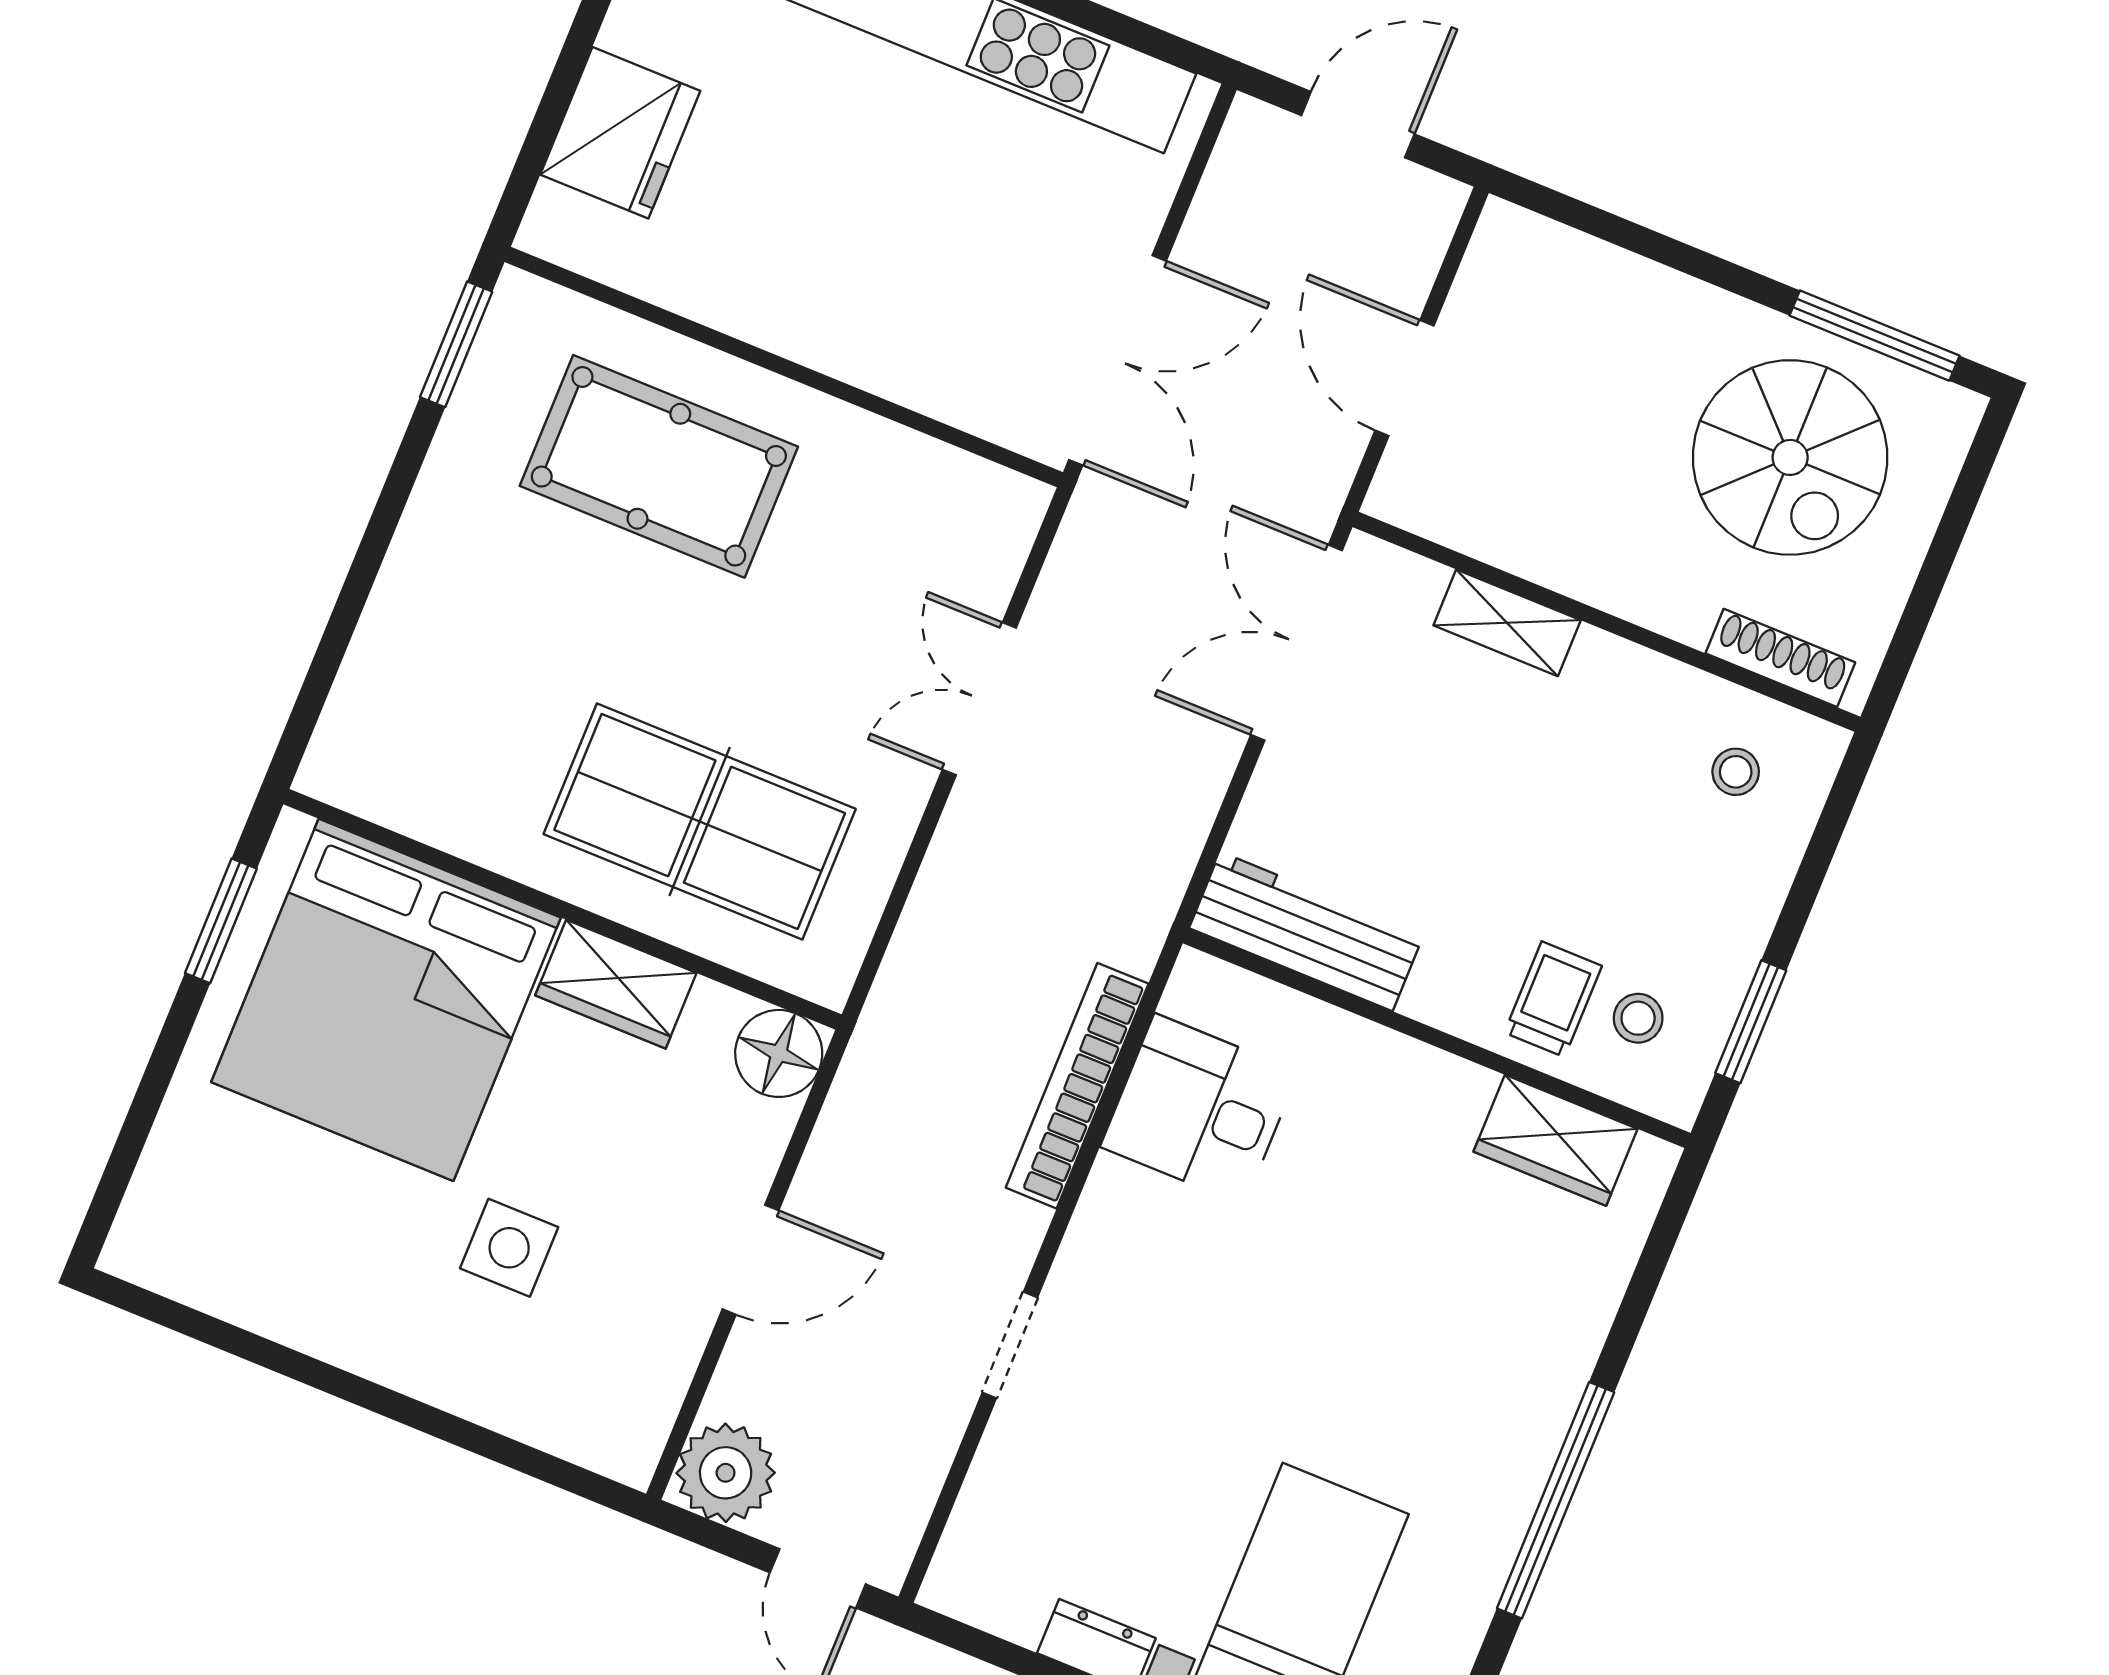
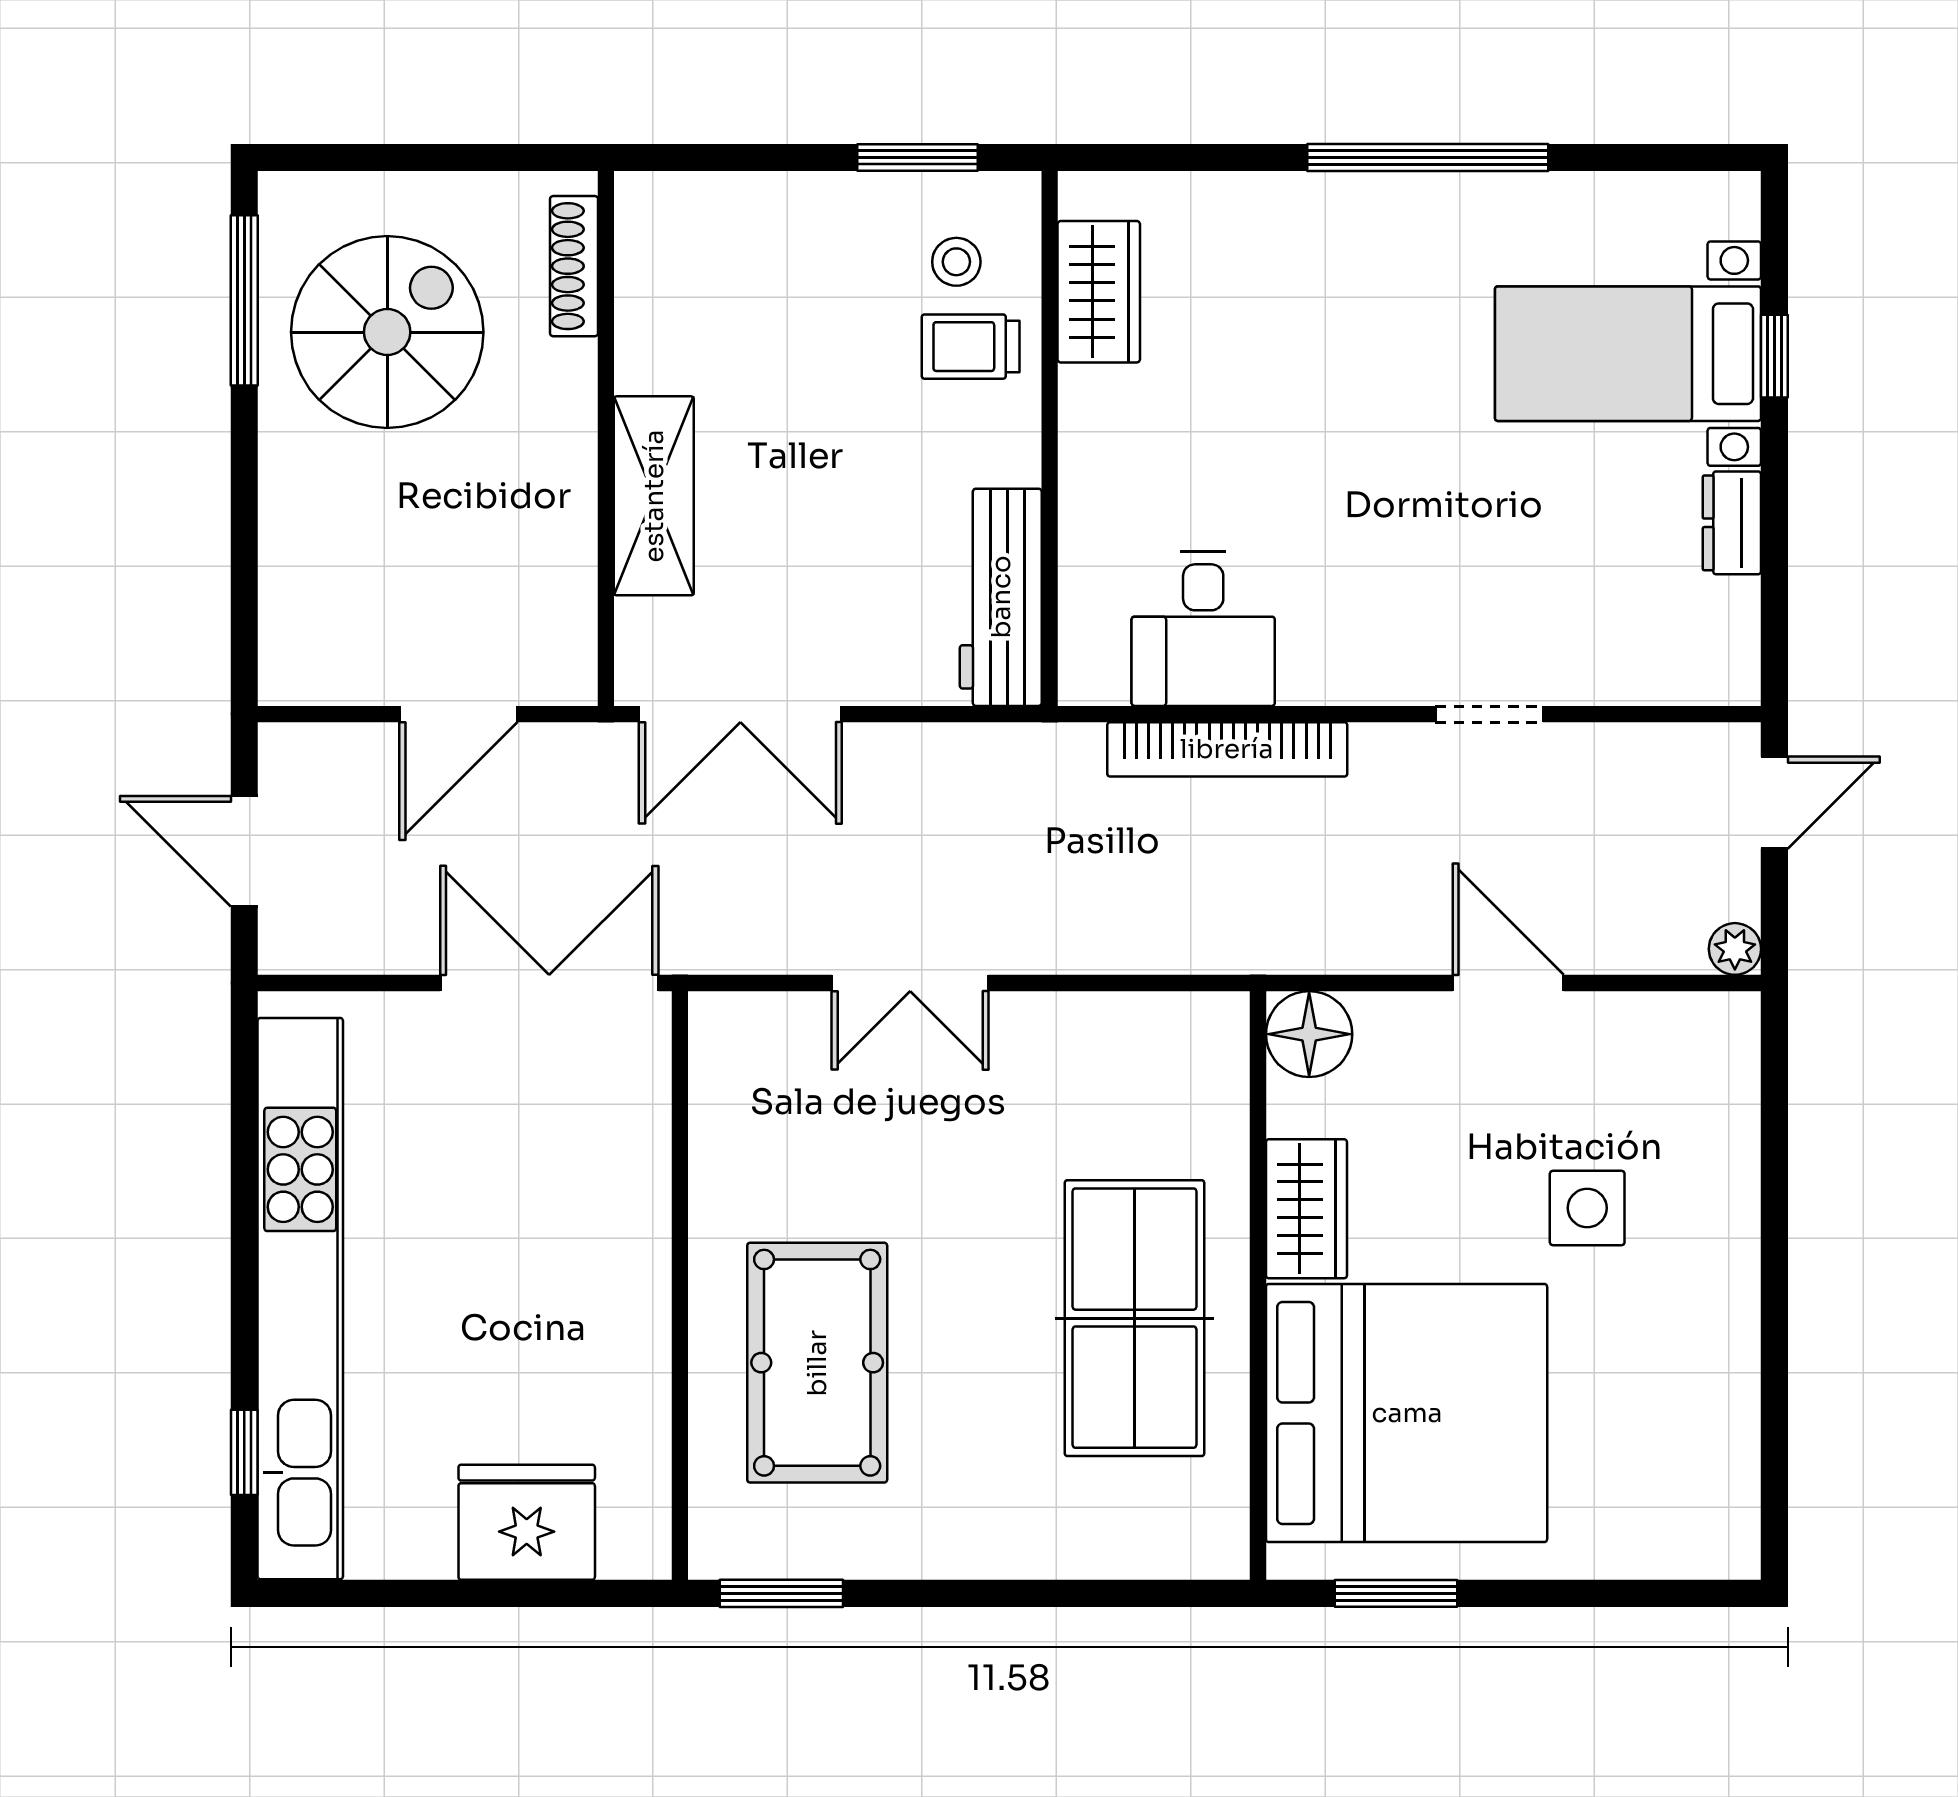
shelving: (1507, 623) -> (654, 496), width x1.50, depth x1.33
stool: (1736, 772) -> (695, 265), removed
table tennis table: (700, 821) -> (1134, 1318), moved
plant: (726, 1473) -> (1735, 949), width x0.53, depth x0.53

